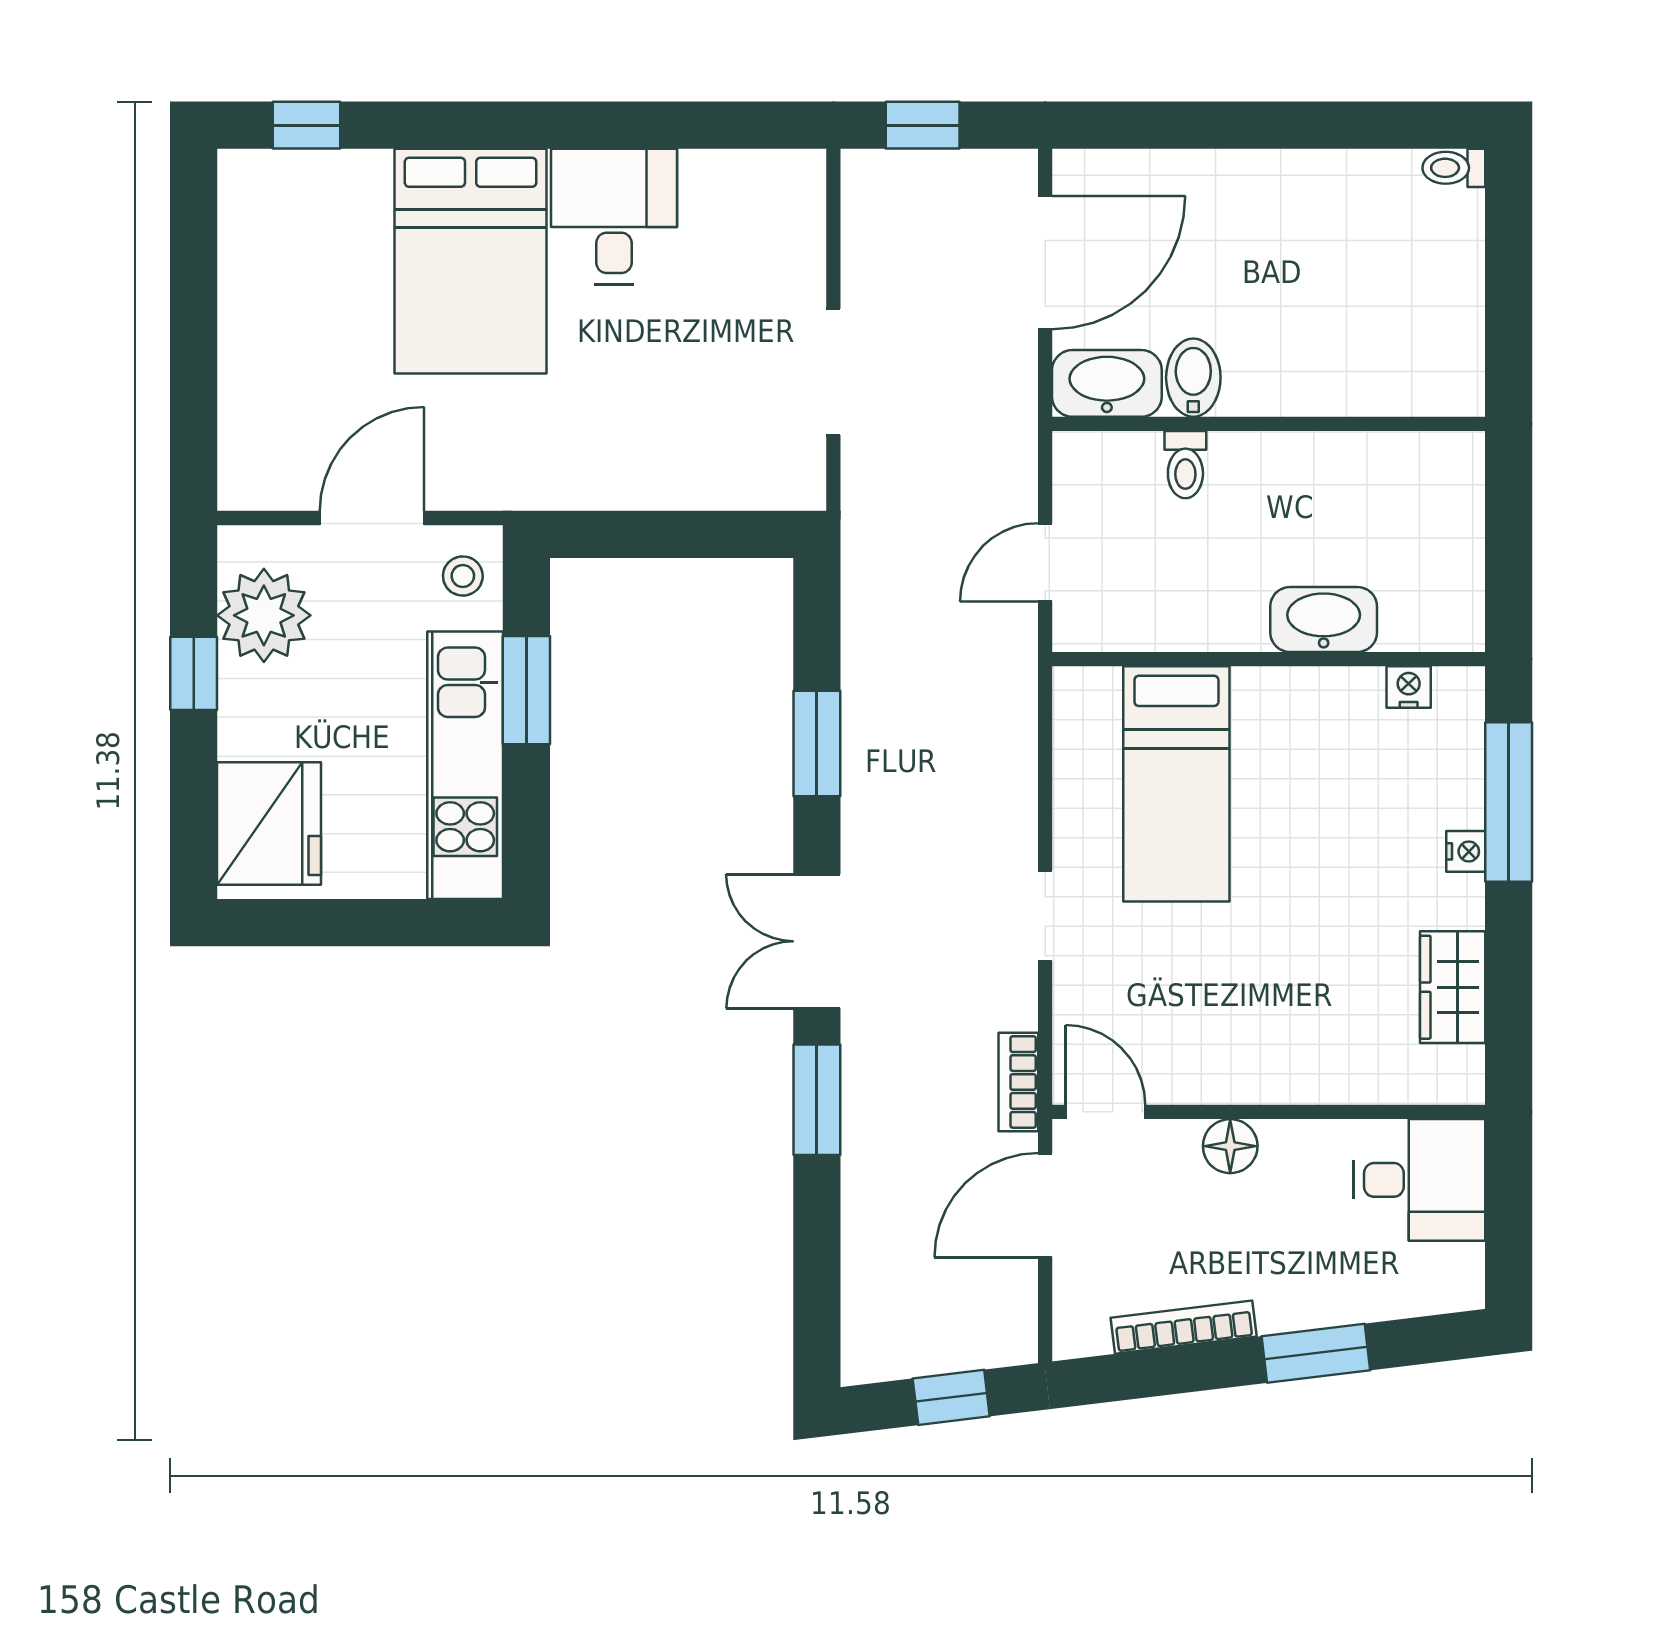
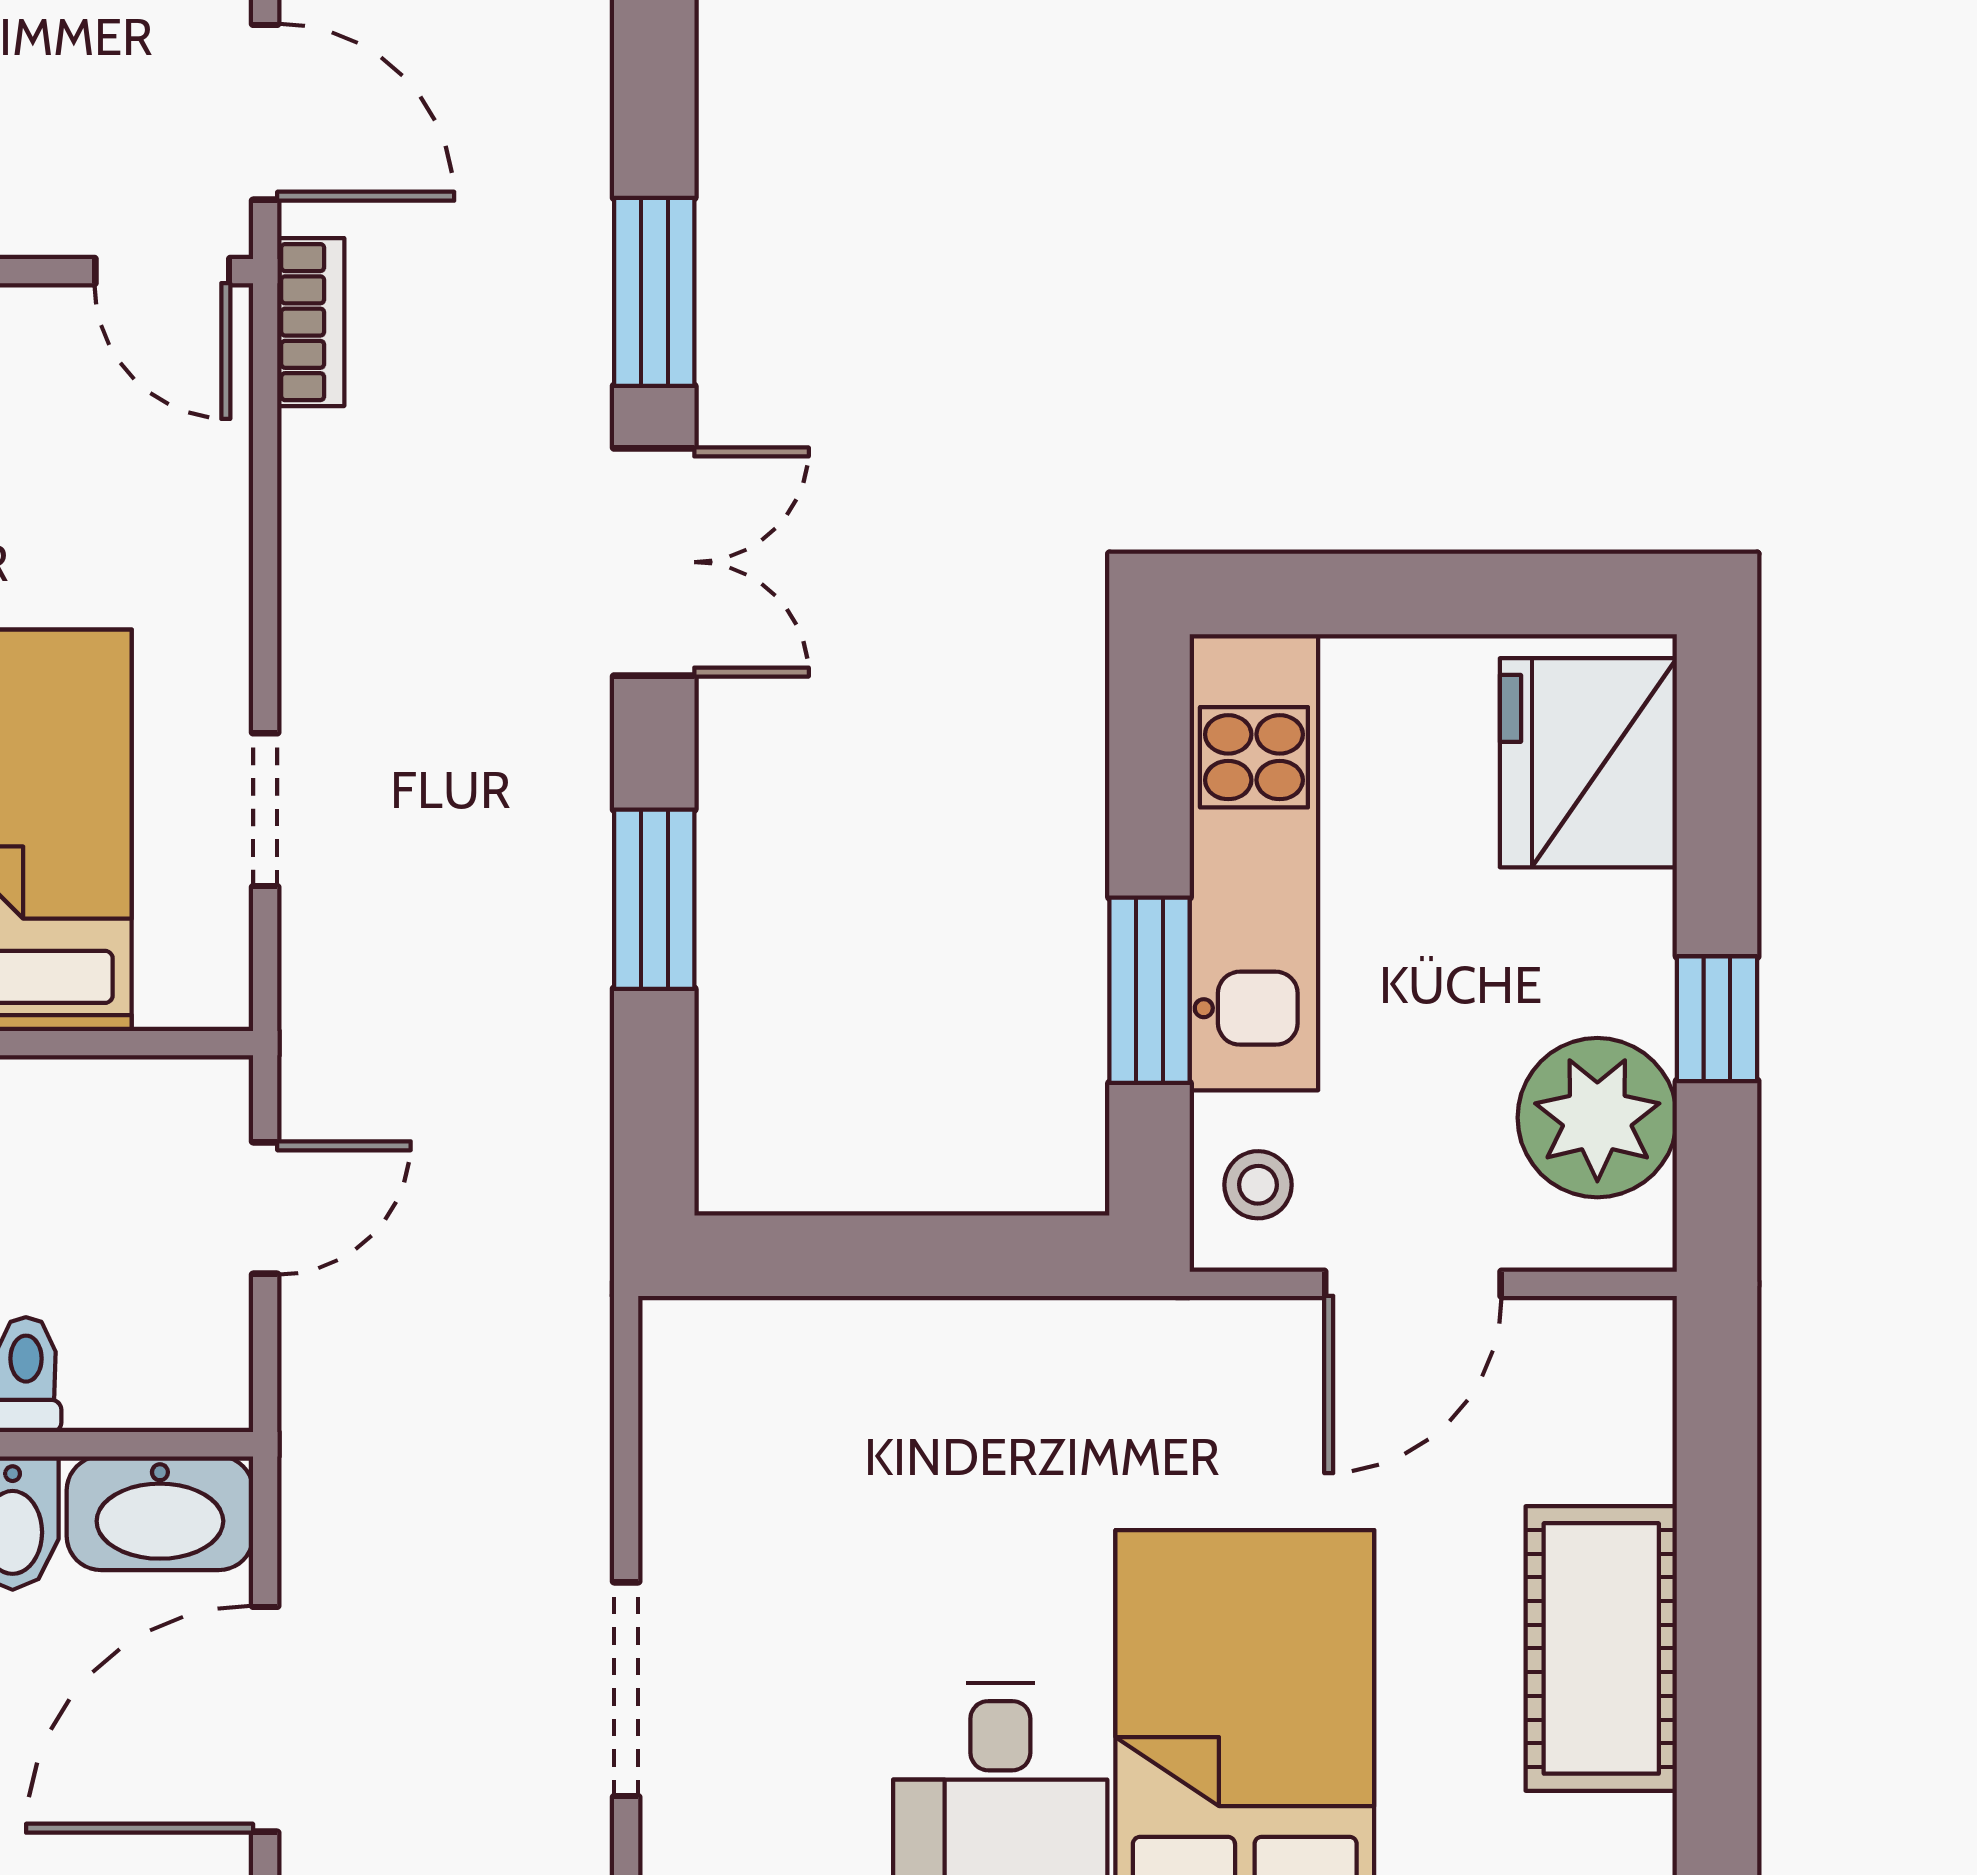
cot: (262, 304) -> (1601, 1648), added
doorway: (833, 372) -> (626, 1689), moved
doorway: (1045, 916) -> (265, 810), moved
door: (1045, 1205) -> (265, 112), hinge flipped

